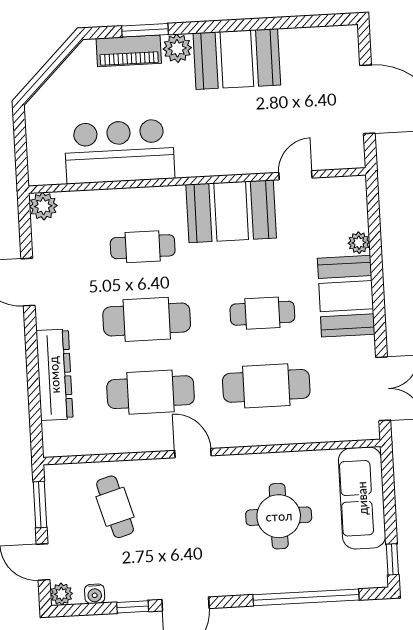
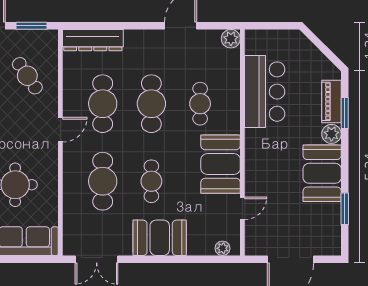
window: (288, 22) -> (345, 209), added
door: (295, 175) -> (242, 208), hinge flipped
plant: (359, 243) -> (223, 248), moved
dresser: (54, 375) -> (93, 40), moved
cafe table: (115, 507) -> (27, 76), turned 72

